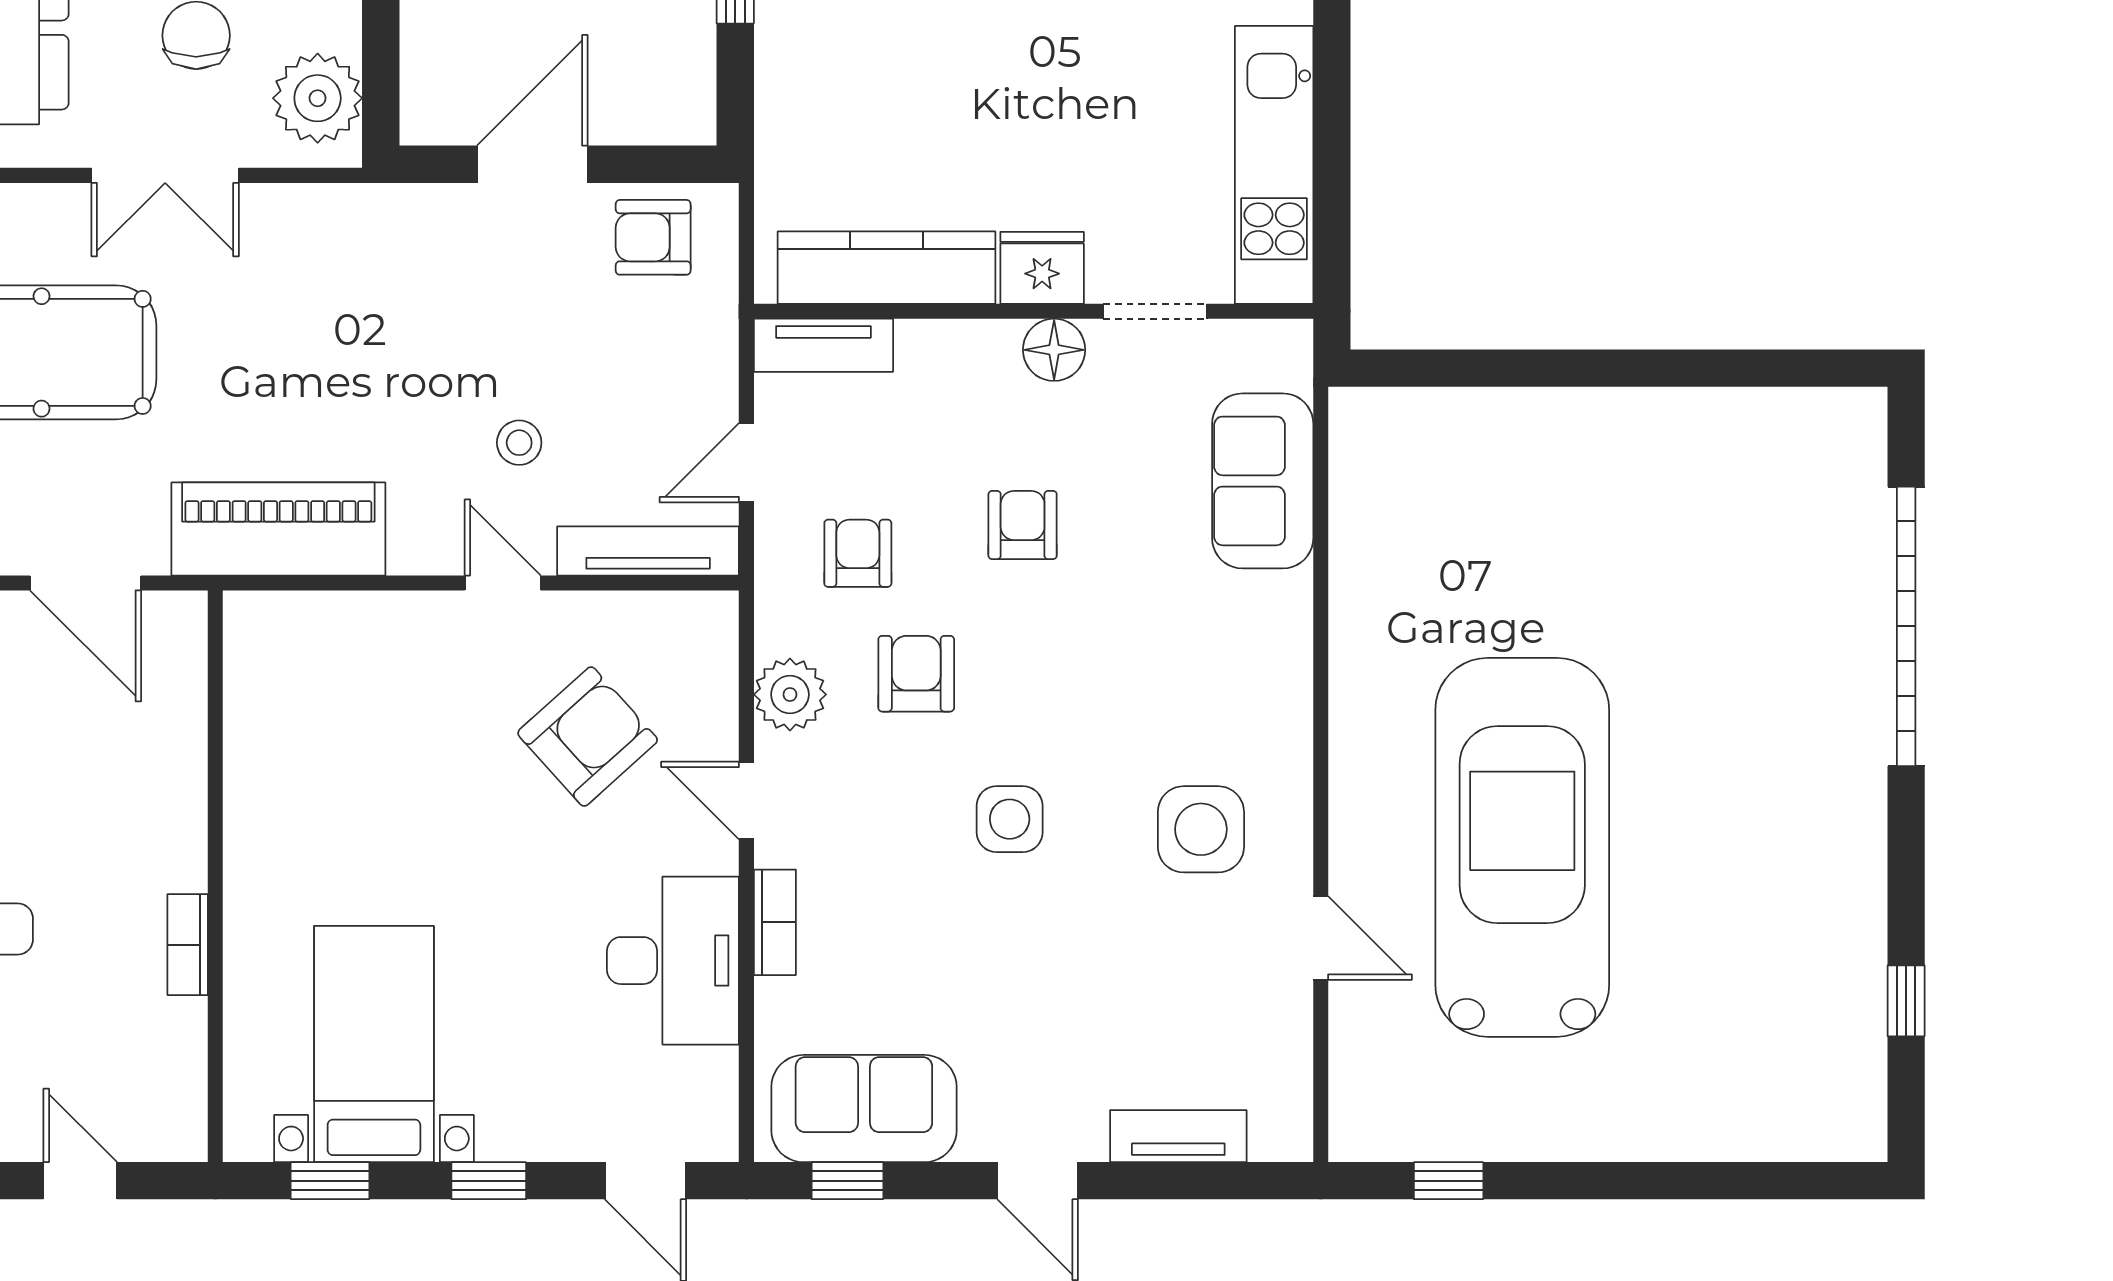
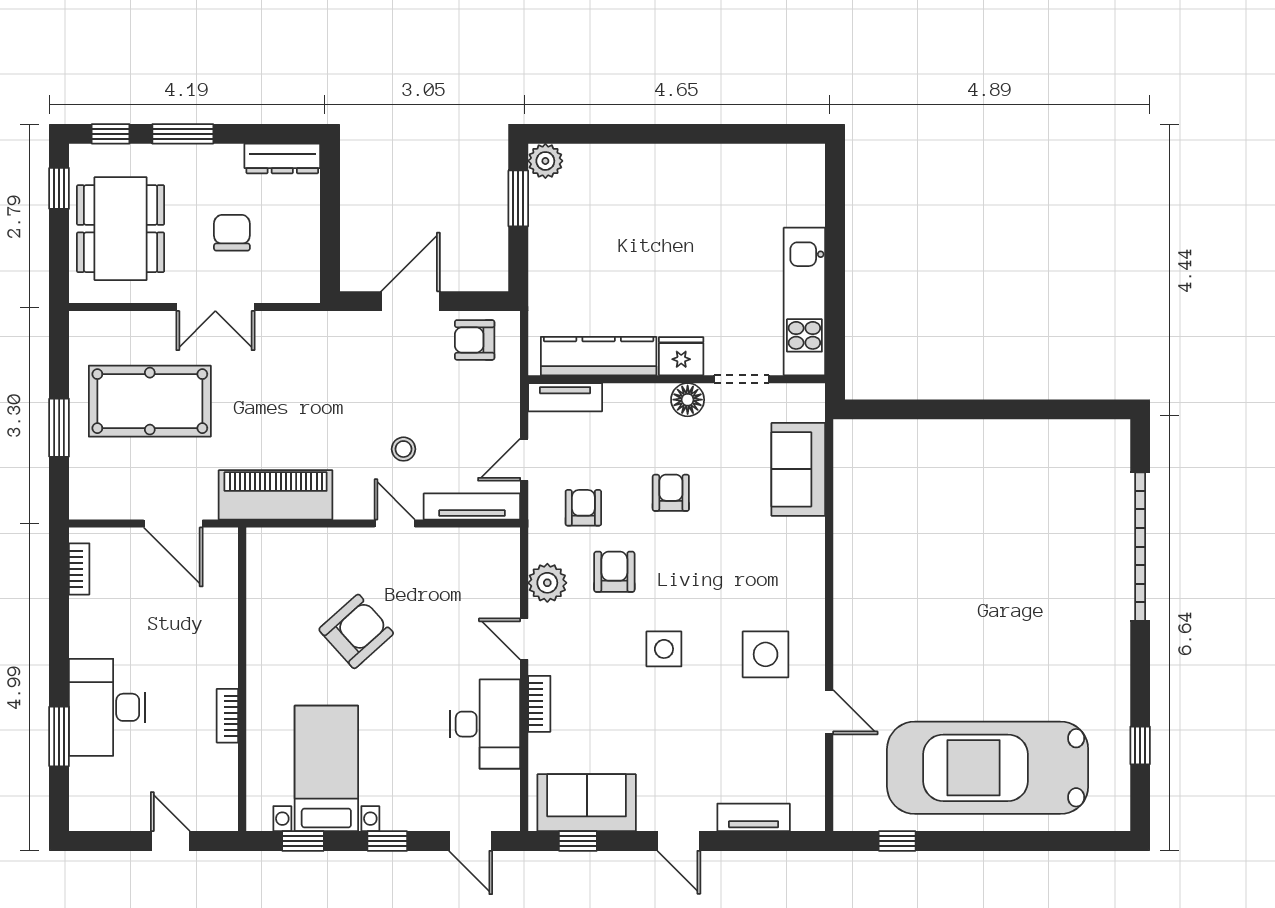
plant: (318, 98) -> (296, 266), removed
armchair: (588, 737) -> (356, 631), moved
car: (1522, 847) -> (988, 768), moved, turned -90

